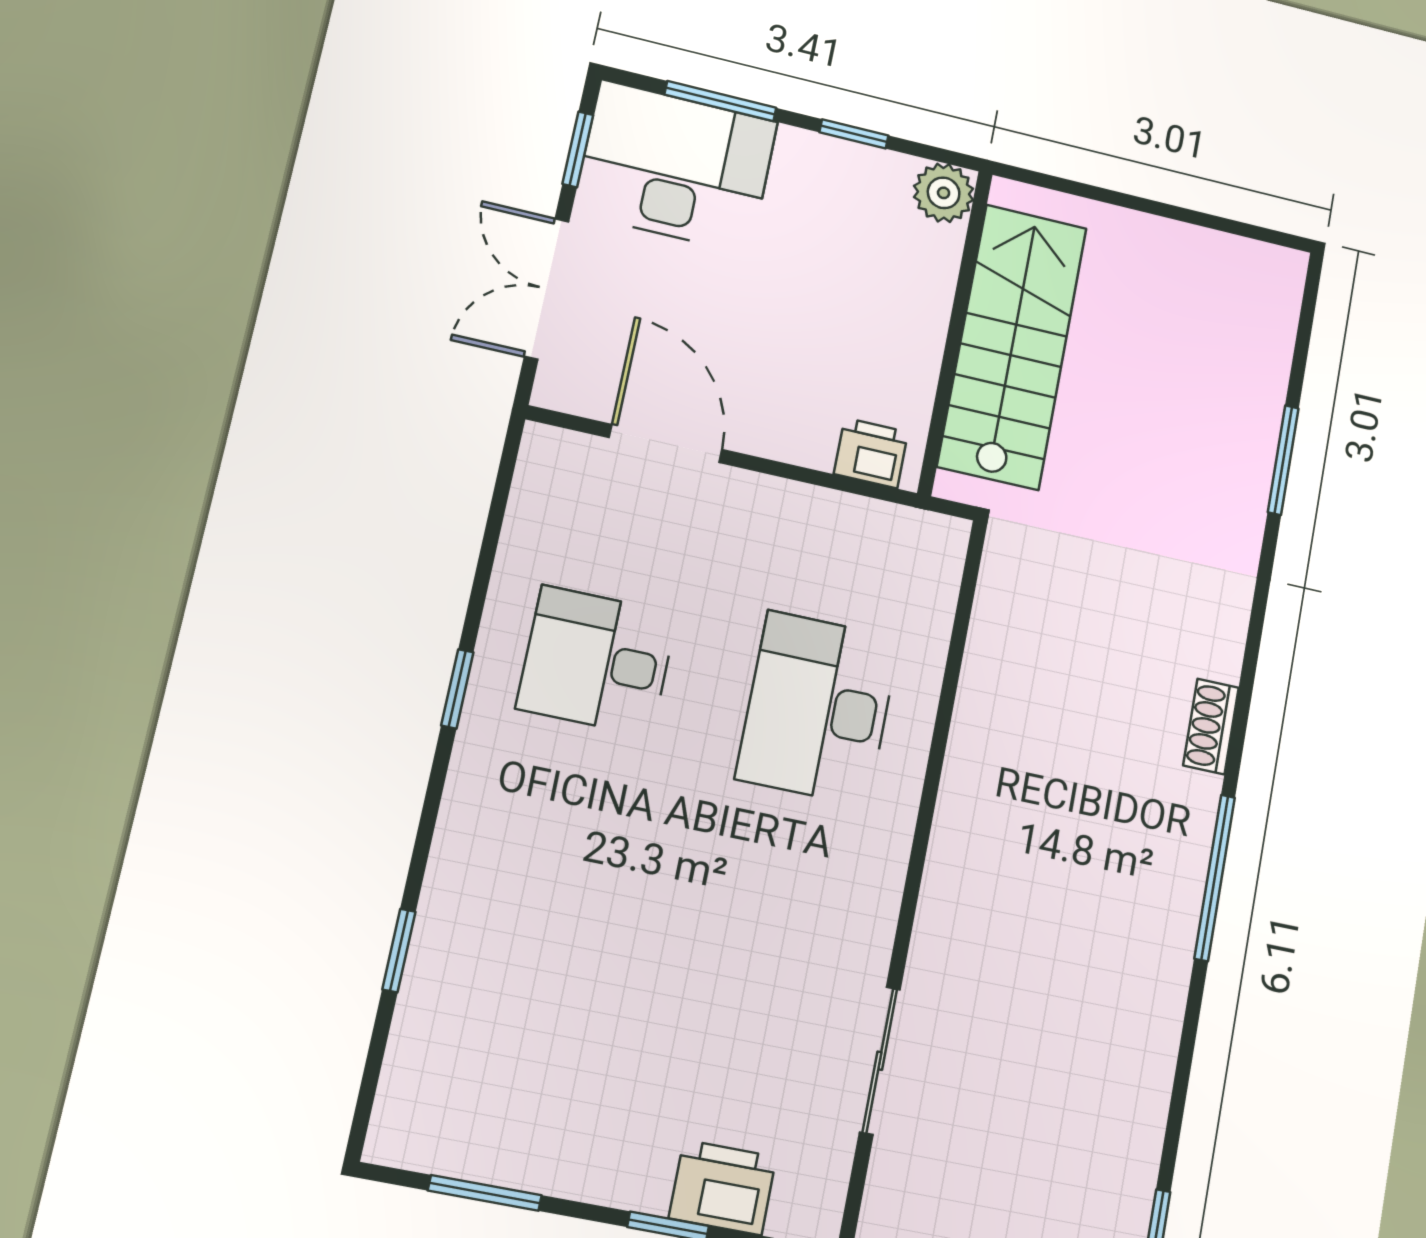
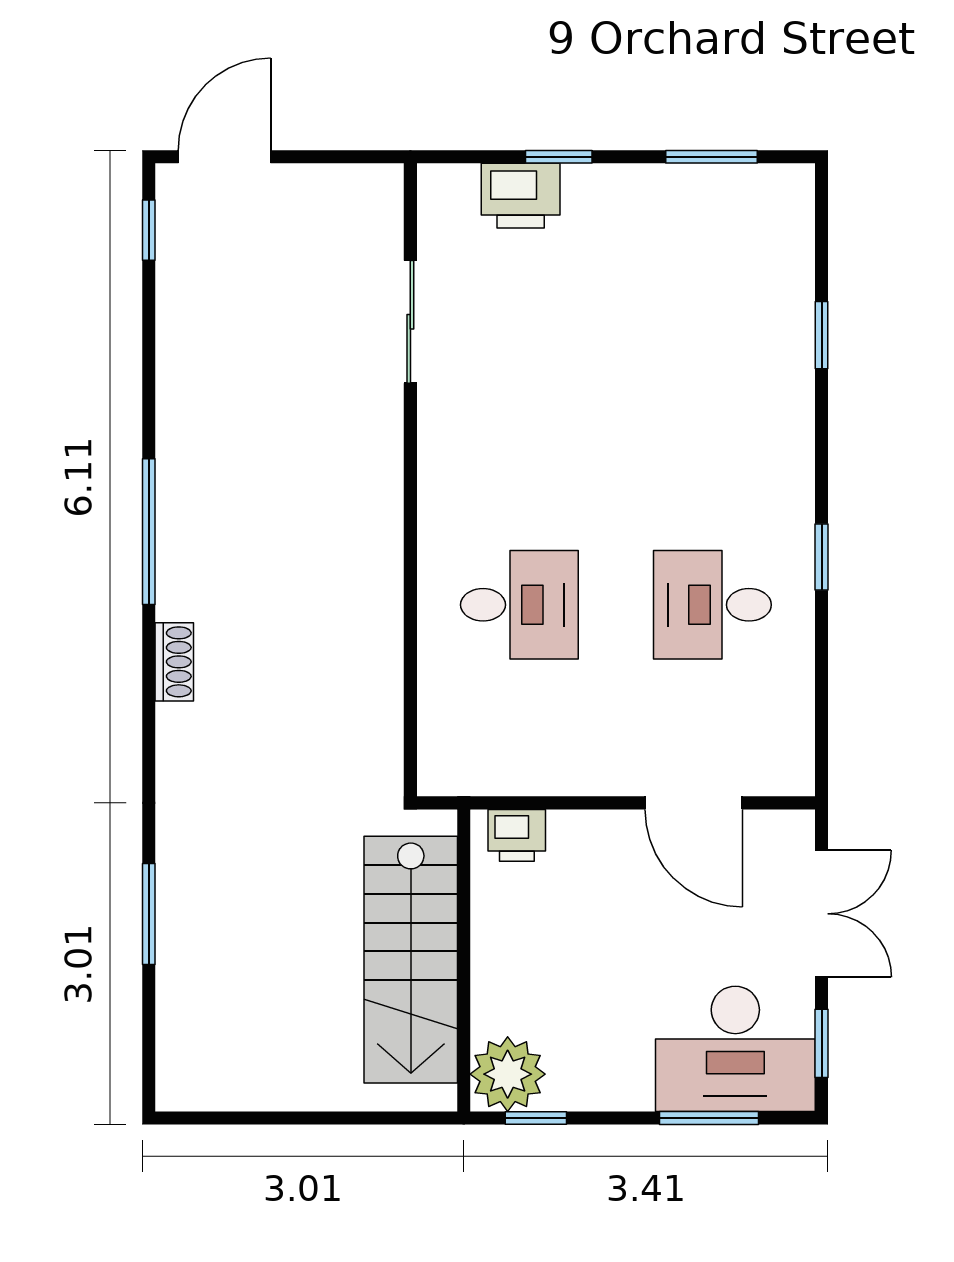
window: (854, 134) -> (536, 1118), moved
plant: (944, 193) -> (508, 1074), width x1.36, depth x1.36
desk: (597, 661) -> (712, 605), turned 180
desk: (818, 708) -> (519, 605), width x0.73

